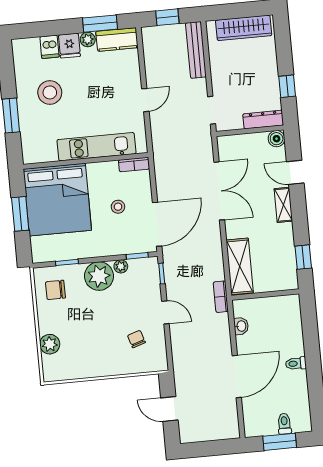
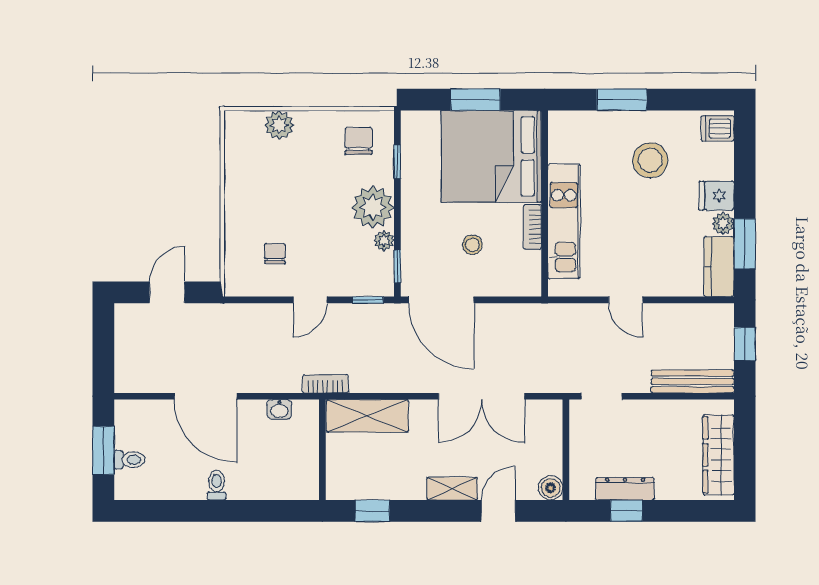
dishwasher: (49, 47) -> (718, 129), moved
dresser: (263, 120) -> (625, 489), moved, turned -90
bookcase: (134, 164) -> (532, 227), moved
chair: (136, 339) -> (275, 254), turned -72

